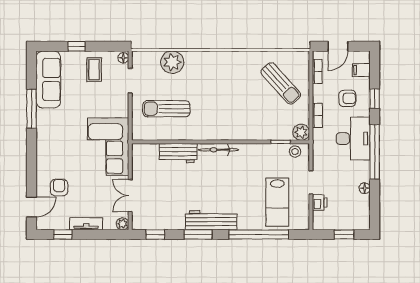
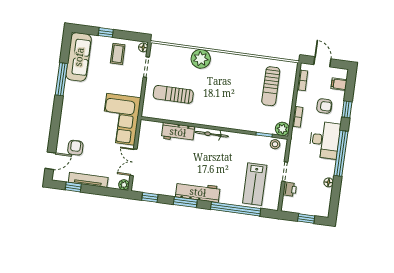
door: (338, 46) -> (322, 62), swing flipped
plant: (172, 62) -> (201, 59), moved
sun lounger: (281, 83) -> (271, 86), turned 42
tv unit: (86, 224) -> (88, 180), width x1.41

